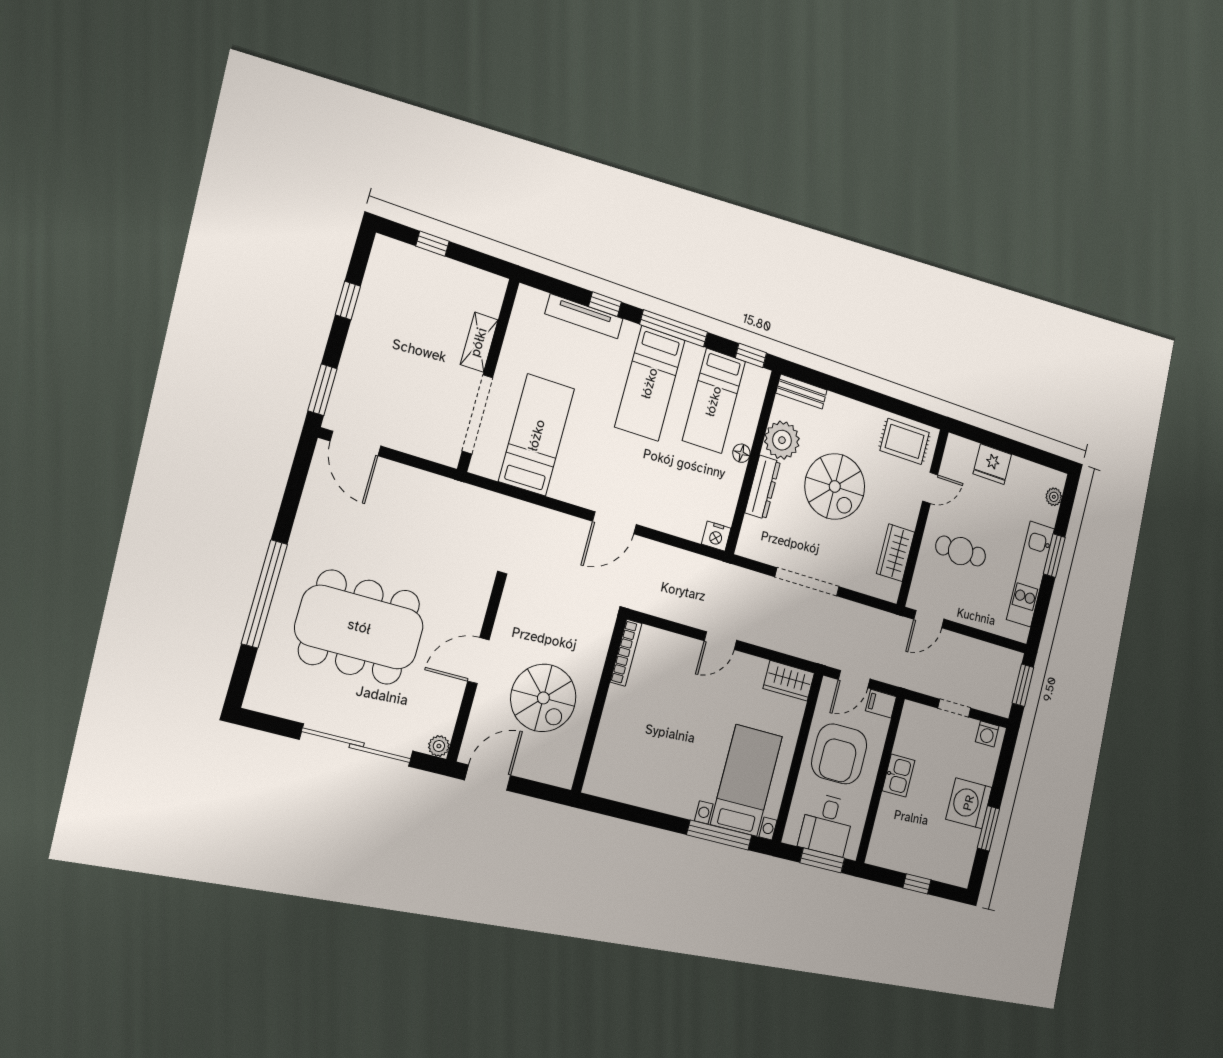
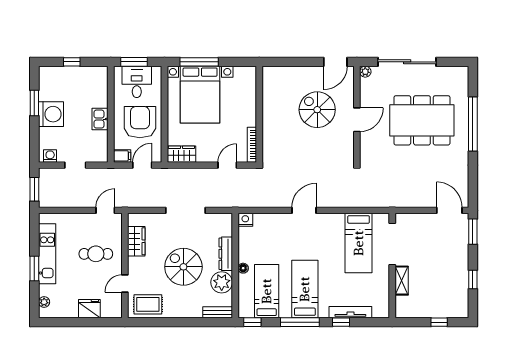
bookcase: (626, 653) -> (252, 145), moved
wall: (599, 704) -> (259, 114), moved
bed with nightstands: (746, 780) -> (200, 95), width x1.36

